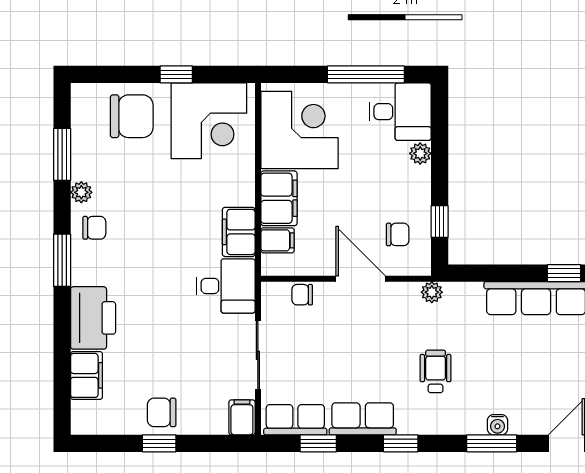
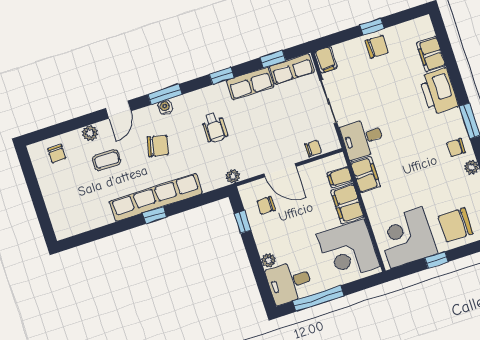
chair: (526, 372) -> (158, 146), added

